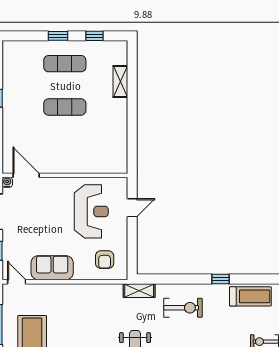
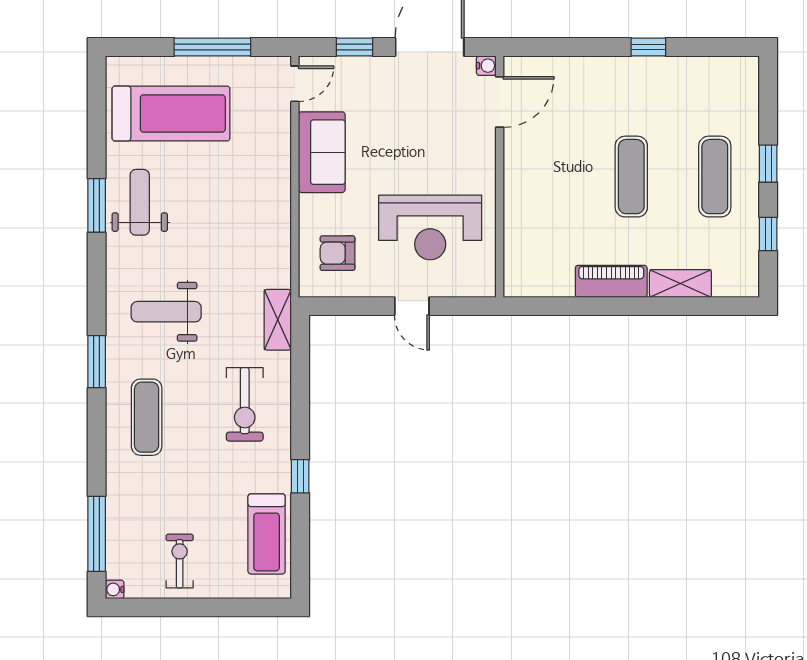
piano: (119, 117) -> (611, 281), added
door: (132, 208) -> (412, 306), moved

